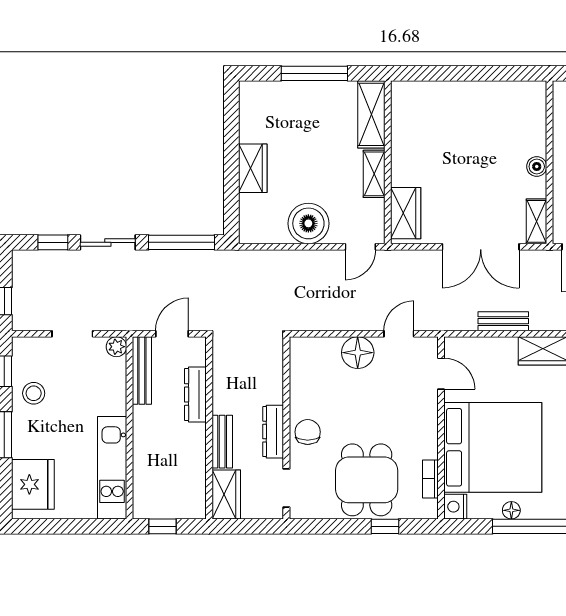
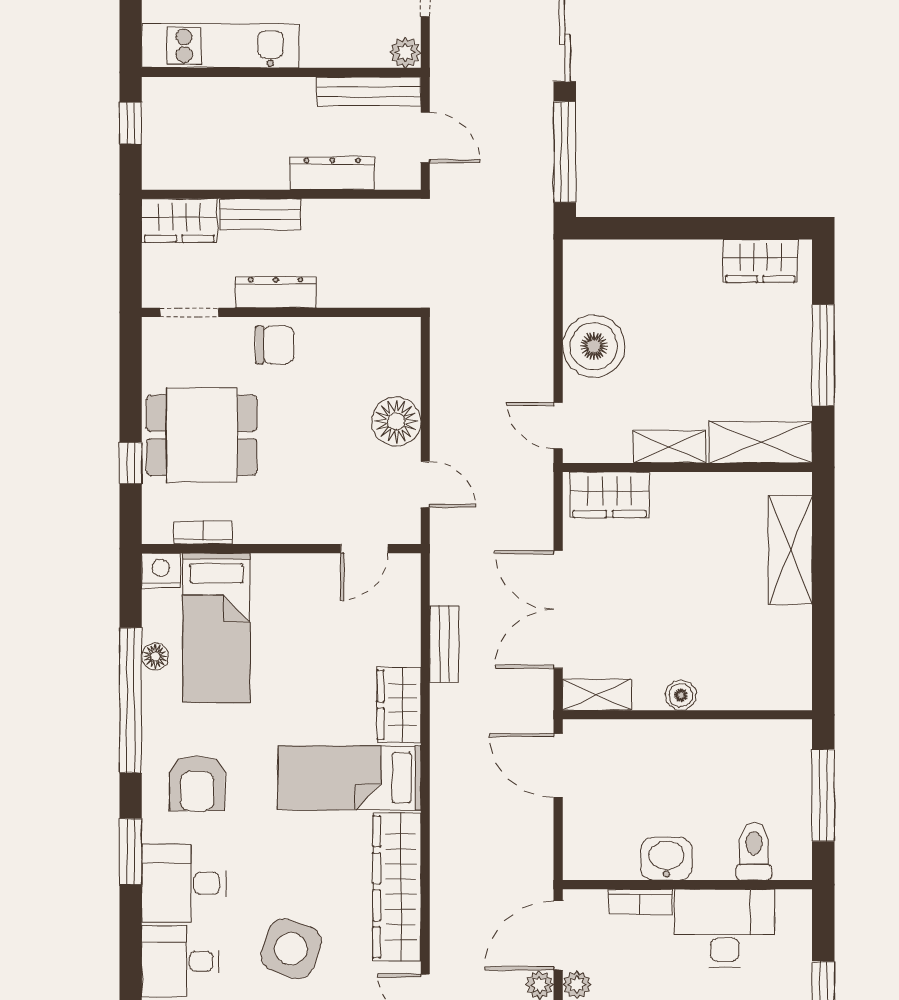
shelving: (442, 95) -> (790, 550), added
wardrobe: (253, 168) -> (760, 261), moved
bed: (493, 447) -> (216, 628), width x0.49

